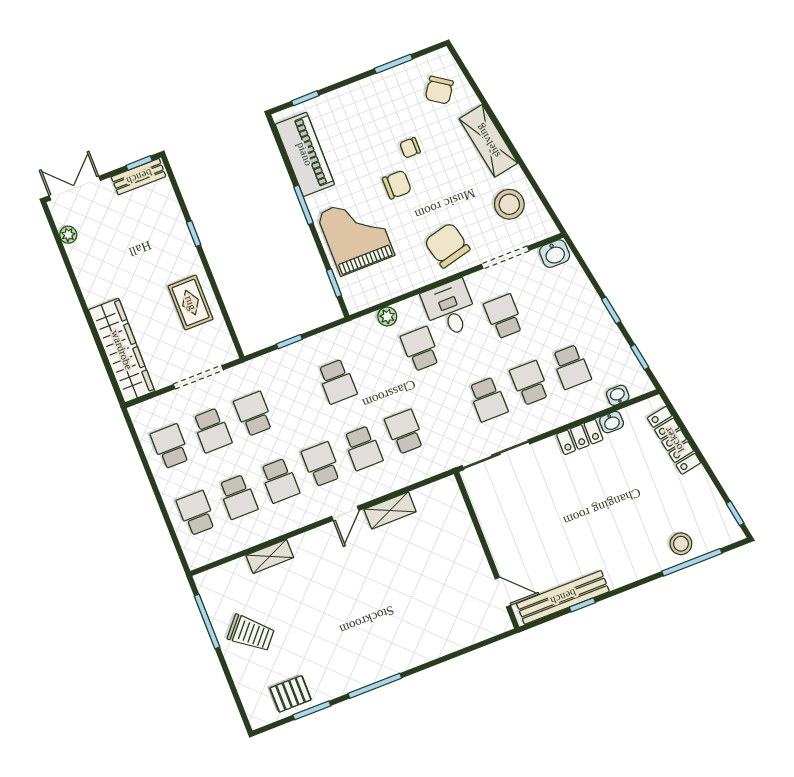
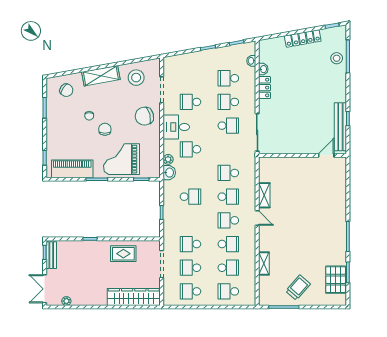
washbasin: (555, 254) -> (169, 173), moved
school desk: (571, 367) -> (228, 78), turned 180
school desk: (212, 430) -> (190, 268), turned 180
locker: (674, 440) -> (303, 38), moved
pallet: (291, 694) -> (336, 280), width x1.50, depth x1.42

